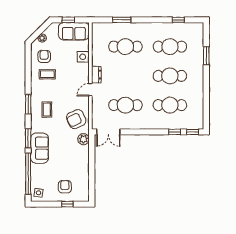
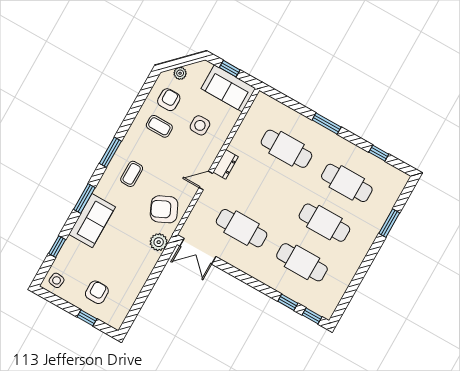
window: (122, 20) -> (327, 124), moved
side table: (83, 57) -> (200, 125), moved
window: (28, 174) -> (57, 247), width x0.32

